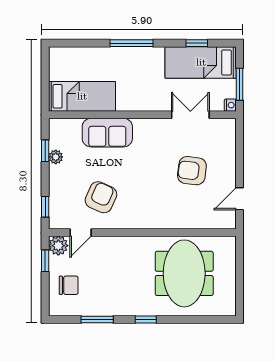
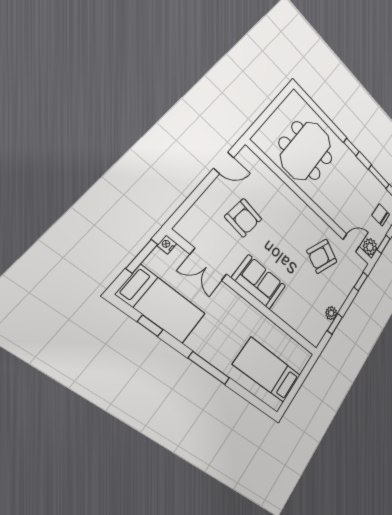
bed: (82, 96) -> (267, 370), moved
sofa: (107, 133) -> (259, 282), moved

